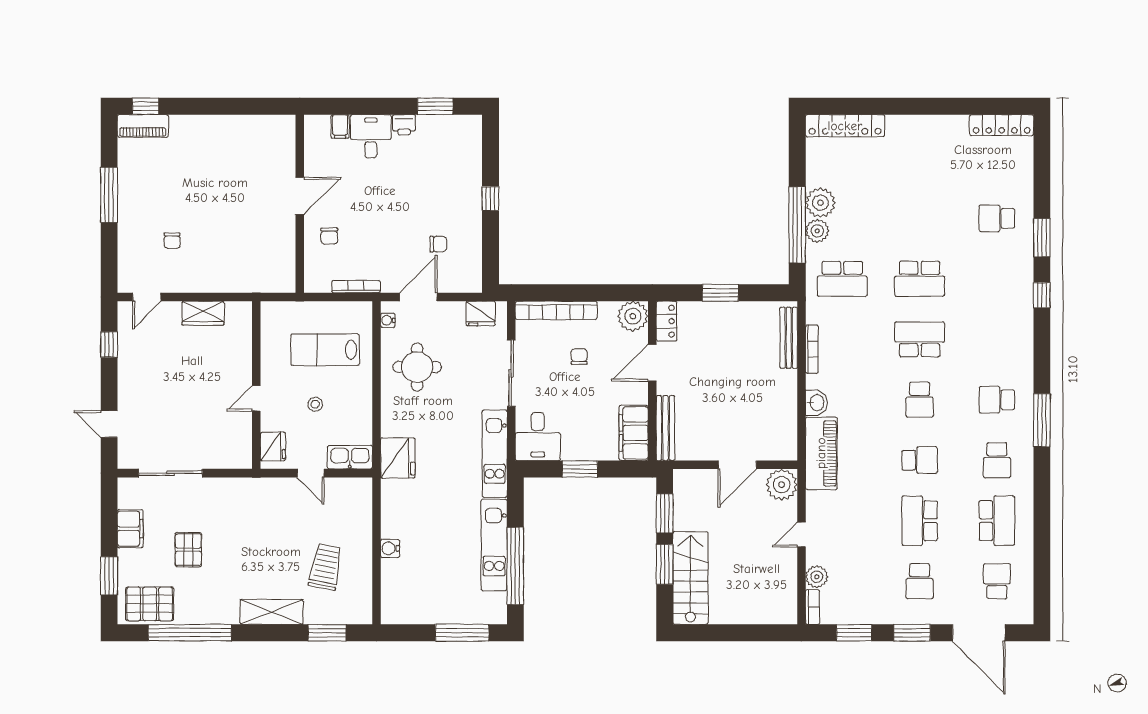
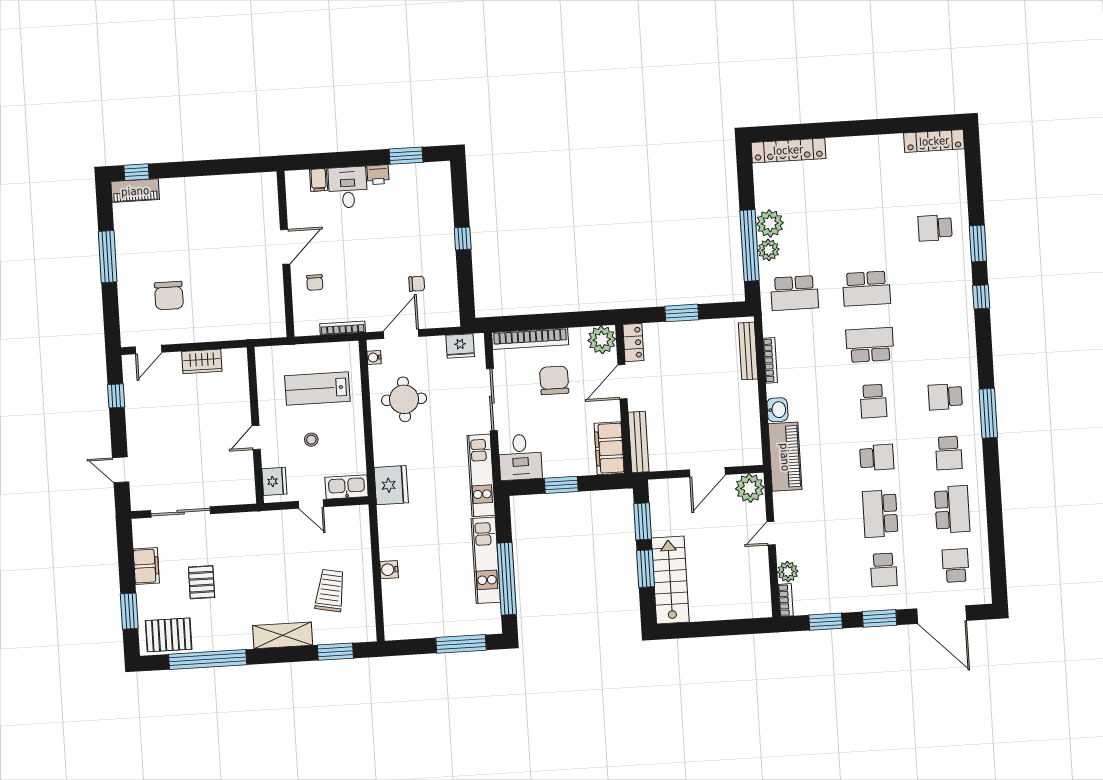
chair: (172, 241) -> (169, 296), width x1.87, depth x1.87
chair: (579, 357) -> (554, 380), width x1.87, depth x1.87

